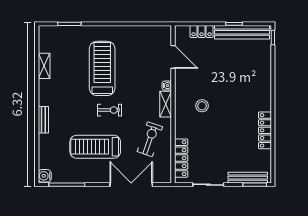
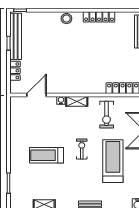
treadmill: (102, 68) -> (46, 155), width x0.73, depth x0.73
stool: (202, 106) -> (66, 19), moved
exercise bike: (150, 139) -> (107, 115), turned -109
treadmill: (95, 147) -> (113, 161), turned 180

